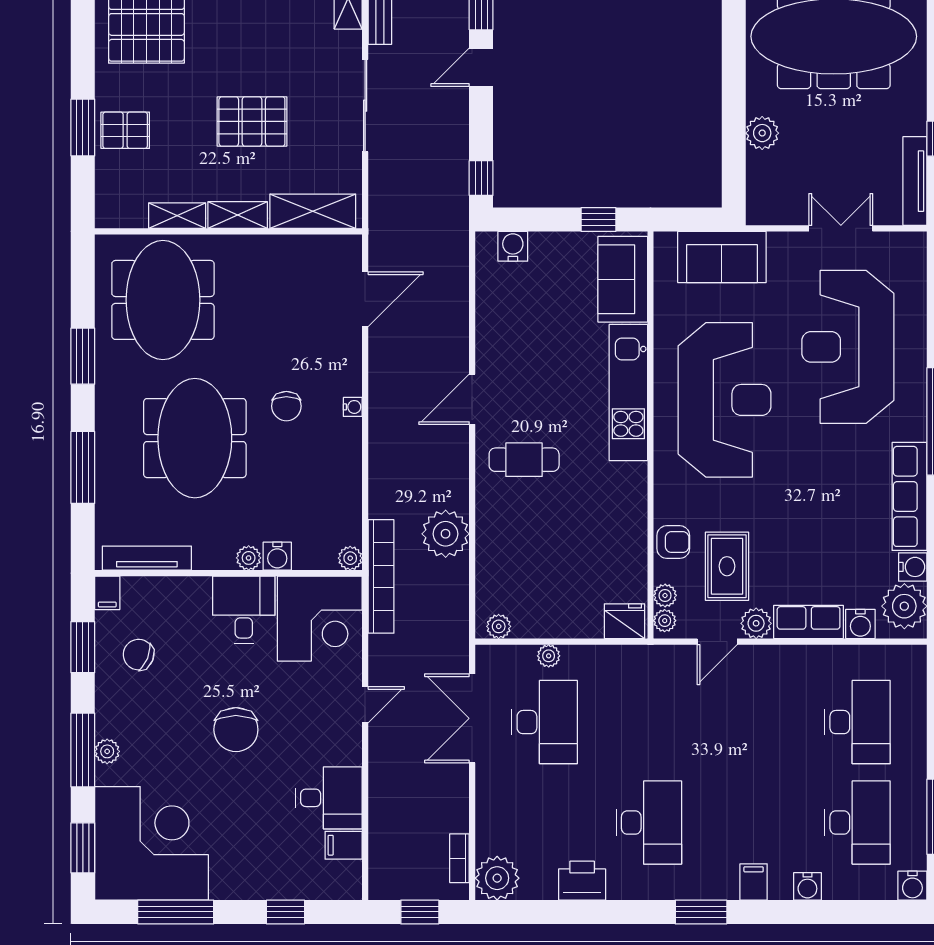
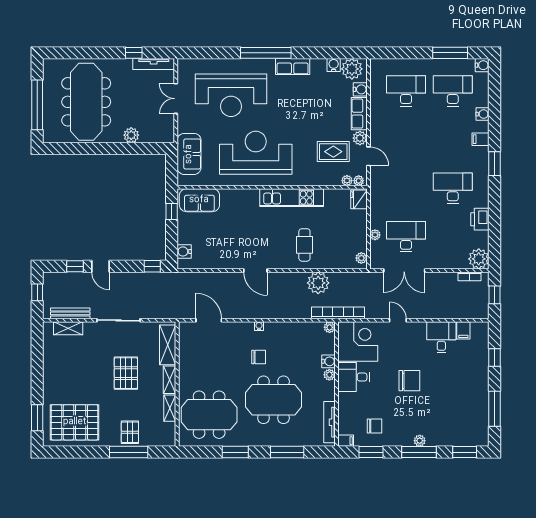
window: (83, 127) -> (129, 452), width x1.44
kitchen unit: (628, 392) -> (292, 198), moved
cafe table: (524, 460) -> (304, 245), moved
row of seats: (909, 496) -> (293, 67), width x0.68
armchair: (673, 542) -> (322, 177), removed
chair: (139, 655) -> (375, 426), turned -112
corner desk: (152, 843) -> (463, 420), removed

